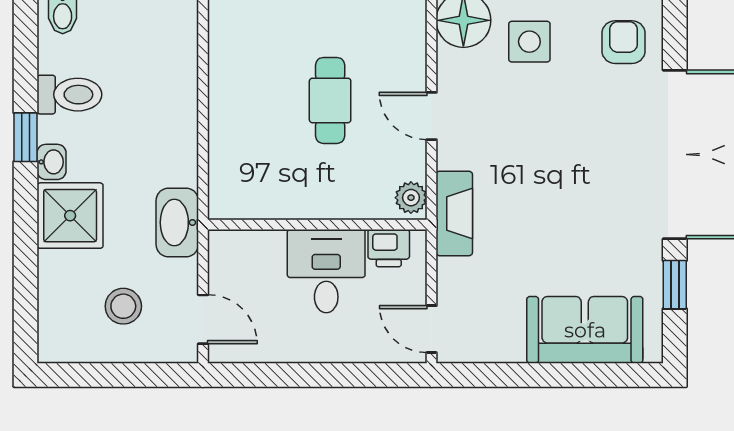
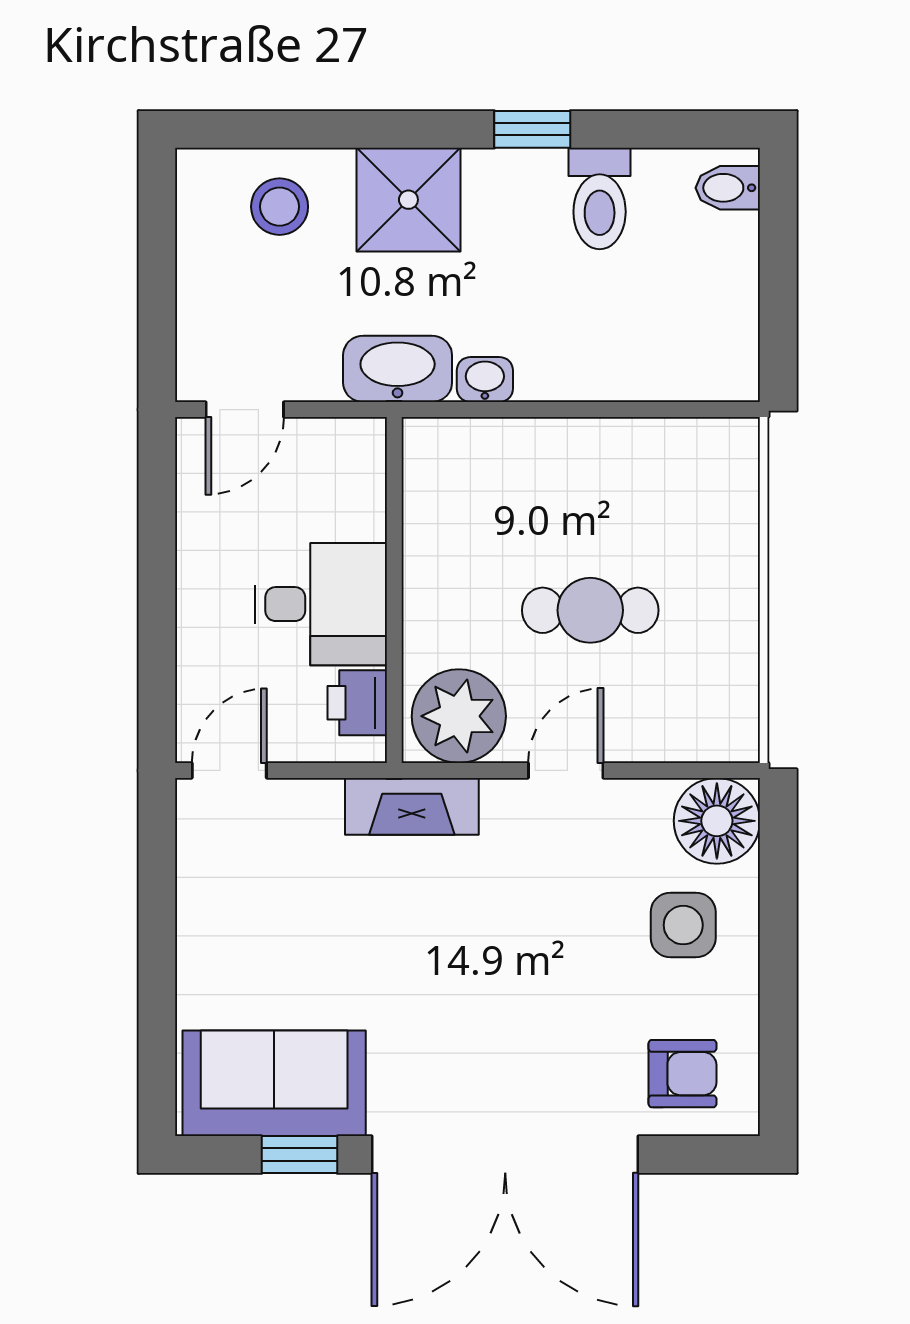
washbasin: (52, 162) -> (485, 380), moved, turned 180
plant: (411, 198) -> (459, 716), width x1.88, depth x1.88
stool: (123, 306) -> (280, 207), moved
sofa: (585, 330) -> (274, 1083), moved, turned -90

